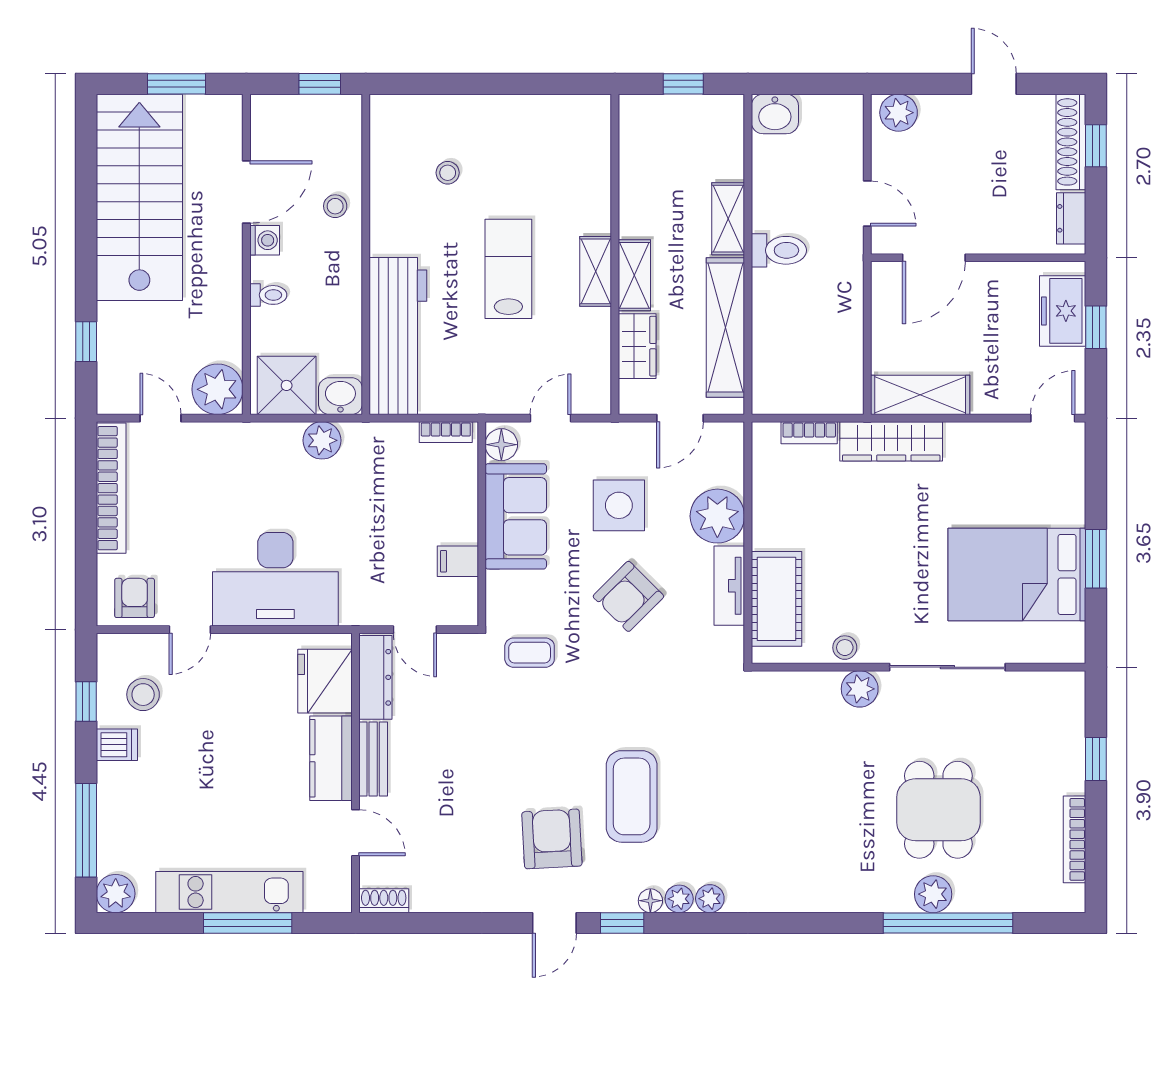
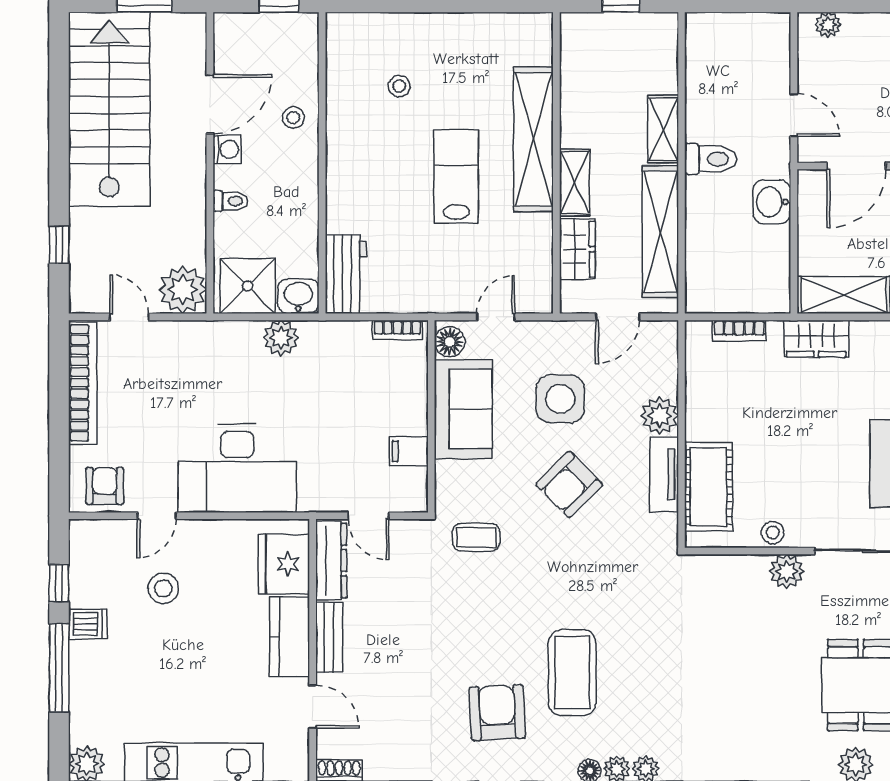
plant: (899, 113) -> (828, 25), width x0.73, depth x0.73
washbasin: (775, 114) -> (772, 202), moved, turned 90
shelving: (596, 271) -> (533, 139), width x2.20, depth x1.33
workbench: (398, 336) -> (346, 274), width x0.53, depth x0.76
wardrobe: (891, 441) -> (816, 339), width x0.67
plant: (717, 516) -> (660, 416), width x0.73, depth x0.73
stool: (143, 695) -> (163, 588), moved
window: (86, 830) -> (59, 668), moved

